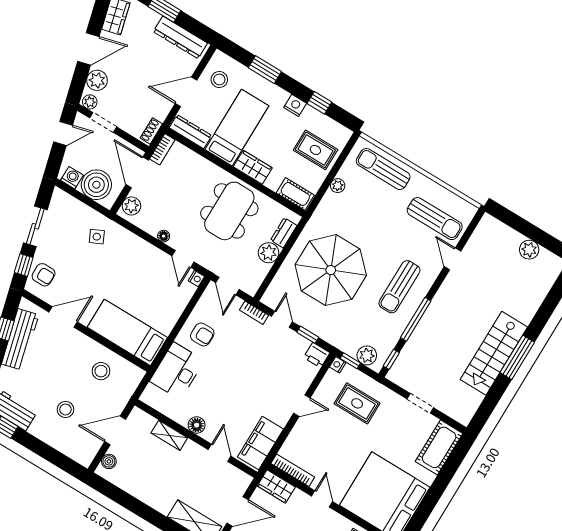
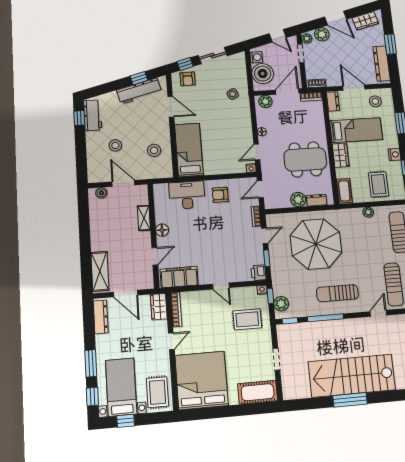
dresser: (191, 132) -> (333, 101), width x0.70
armchair: (202, 334) -> (220, 195), turned 90
stairs: (494, 353) -> (352, 376), width x1.36, depth x1.51
rug: (357, 403) -> (247, 319), turned 90

